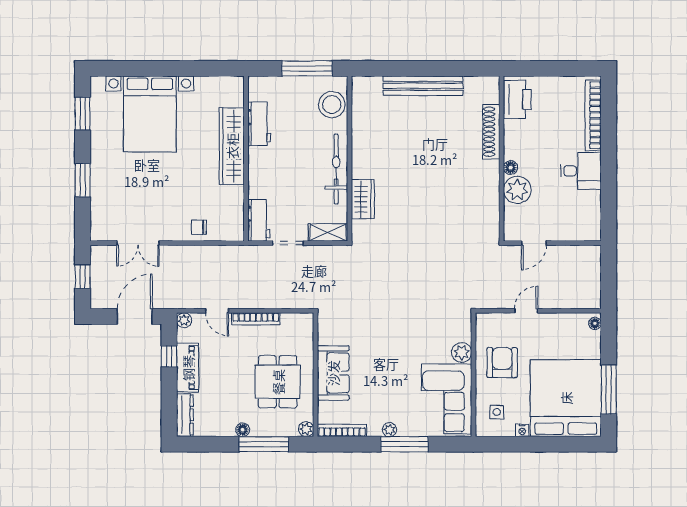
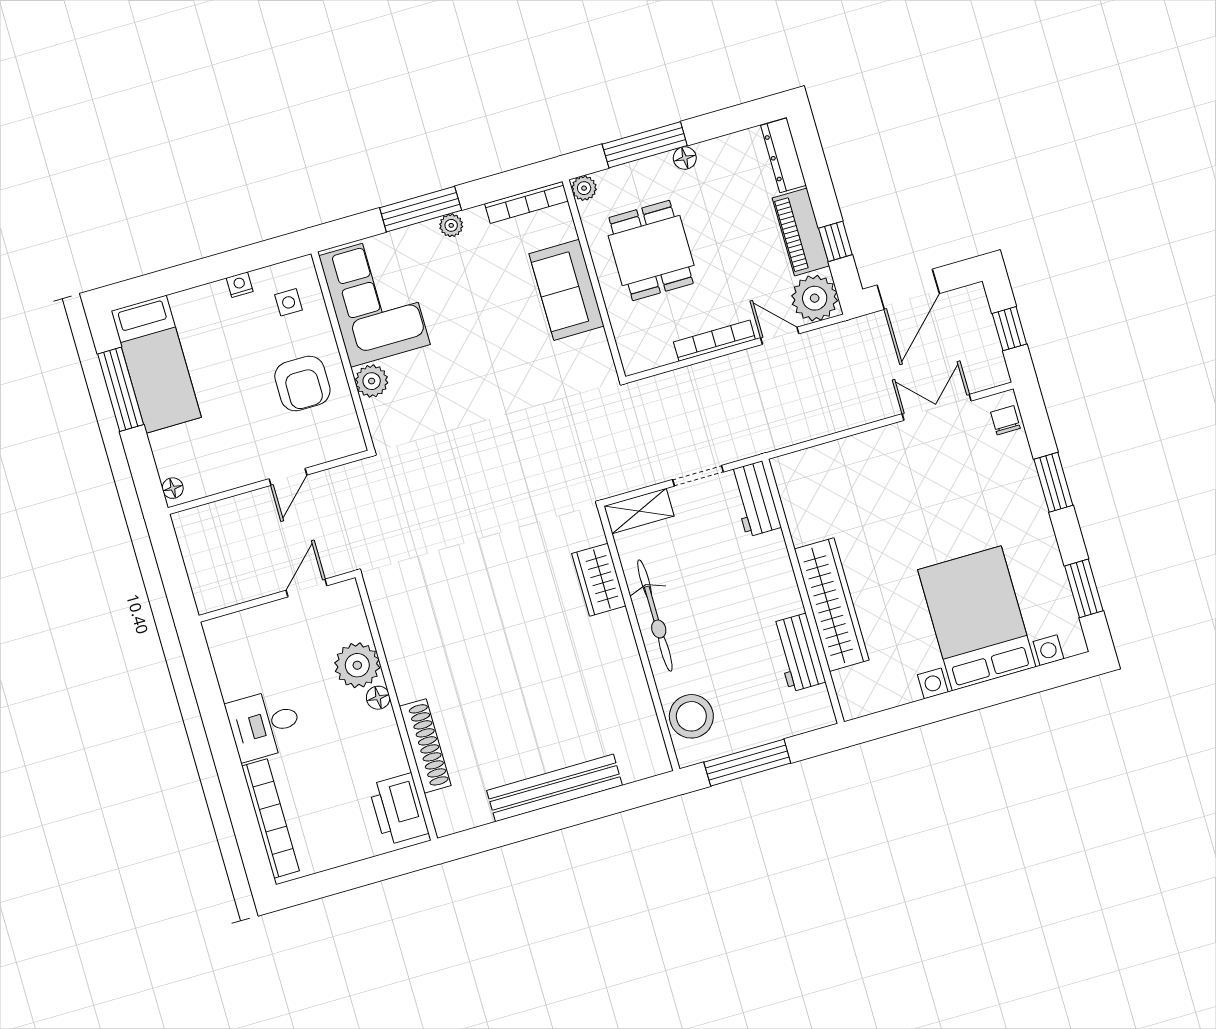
chair: (199, 227) -> (1005, 420), moved, turned -90
plant: (184, 320) -> (815, 298), width x1.87, depth x1.87
bed: (566, 398) -> (156, 364), width x0.49

